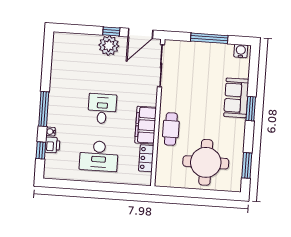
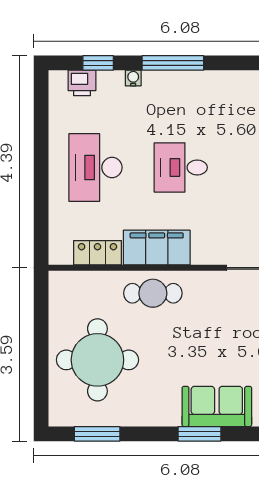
desk: (102, 109) -> (181, 167), turned 180
printer: (52, 145) -> (82, 83), moved

